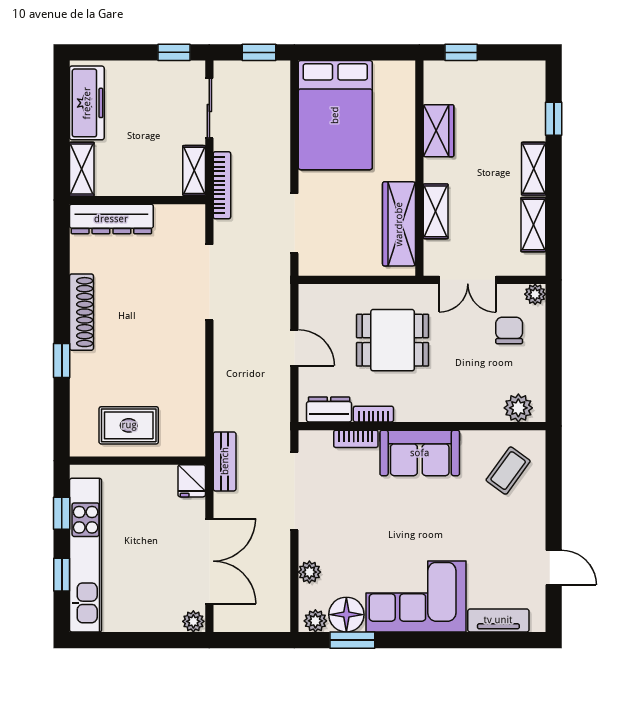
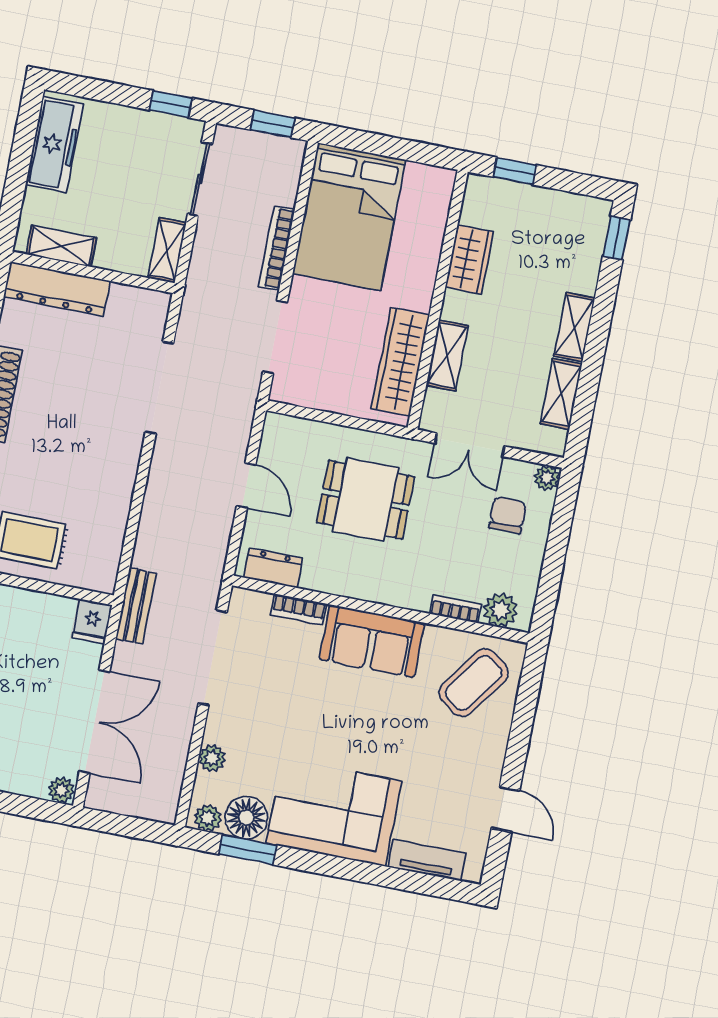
window: (554, 119) -> (617, 238), moved
shelving: (82, 169) -> (61, 246), moved, turned 90
bookcase: (222, 185) -> (277, 248), moved, turned 180
bookcase: (373, 414) -> (456, 609), moved
coffee table: (508, 471) -> (474, 683), width x1.36, depth x1.30

